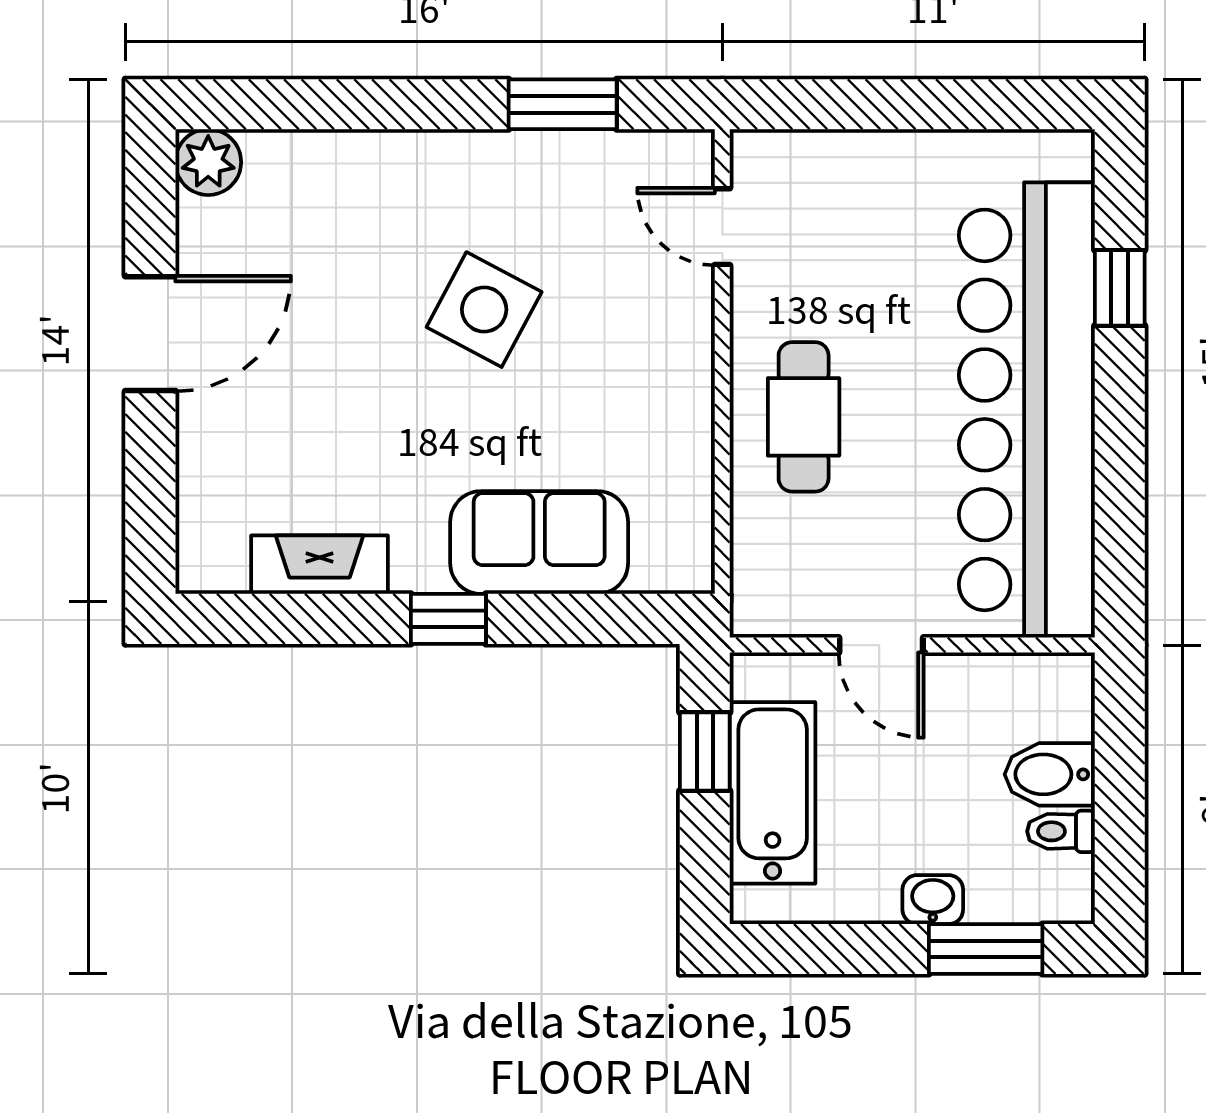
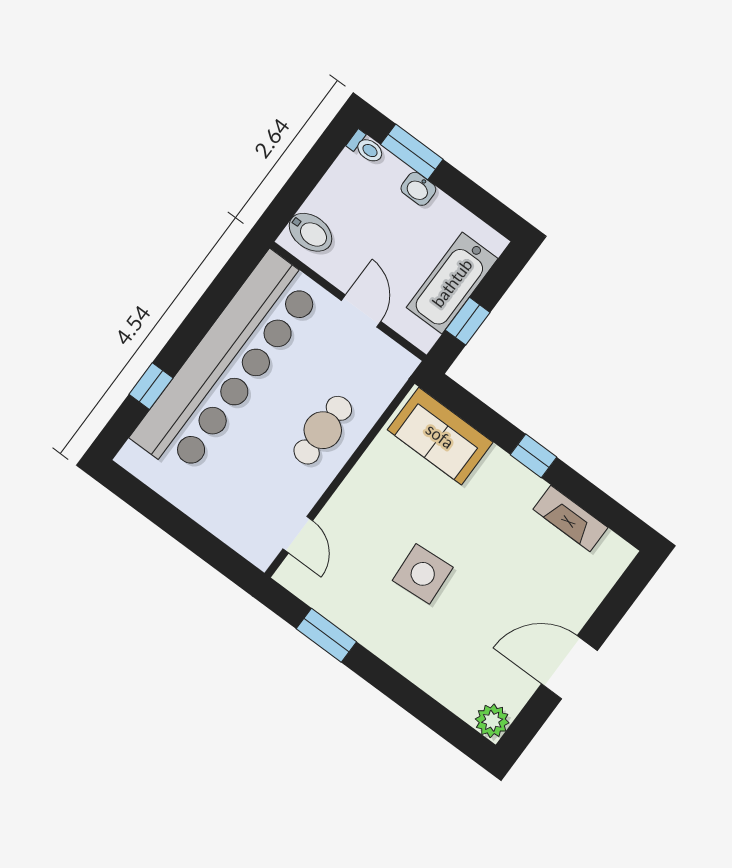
side table: (484, 310) -> (423, 574), turned -32
sofa: (539, 542) -> (440, 436), moved
bidet: (1050, 774) -> (310, 232), moved
toilet: (1061, 831) -> (366, 148), moved

